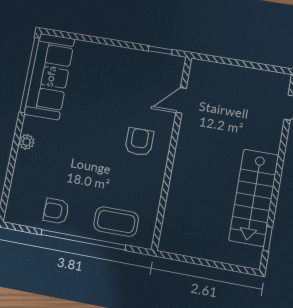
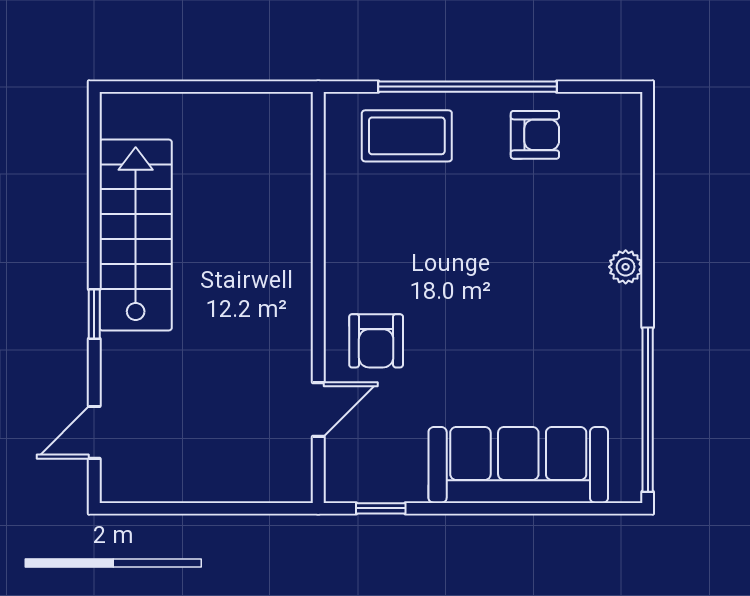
sofa: (50, 76) -> (518, 465), moved, turned 90
armchair: (139, 142) -> (376, 341), moved
window: (268, 239) -> (94, 314), moved

